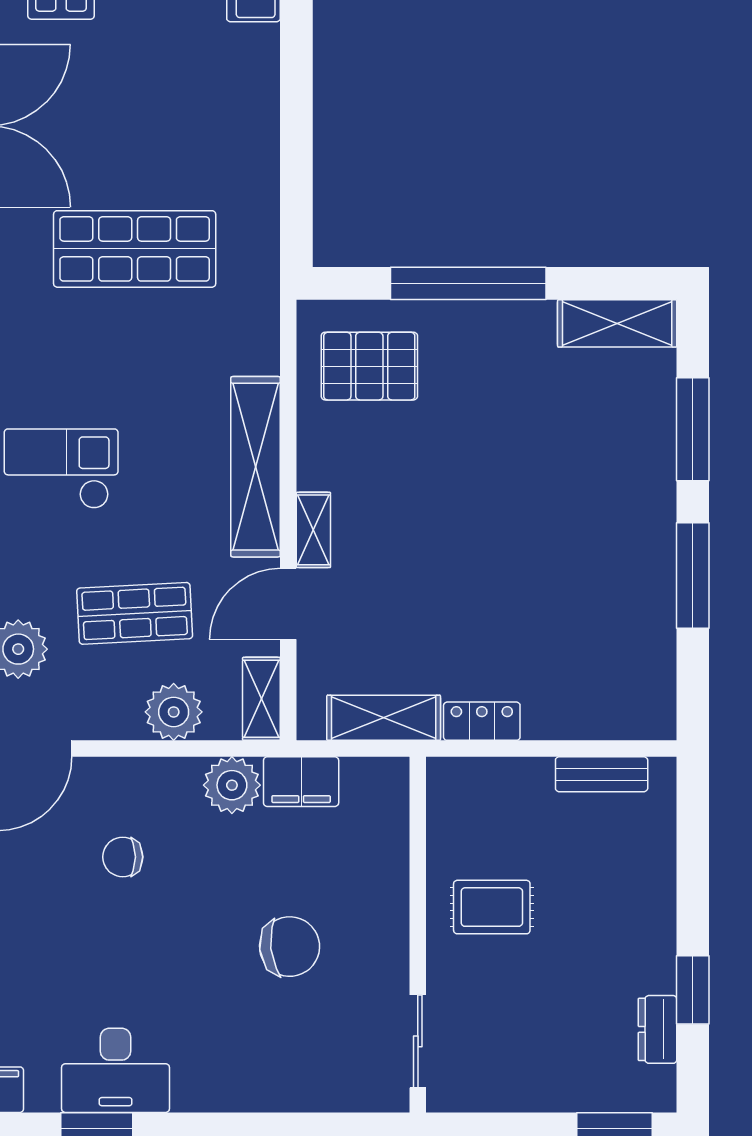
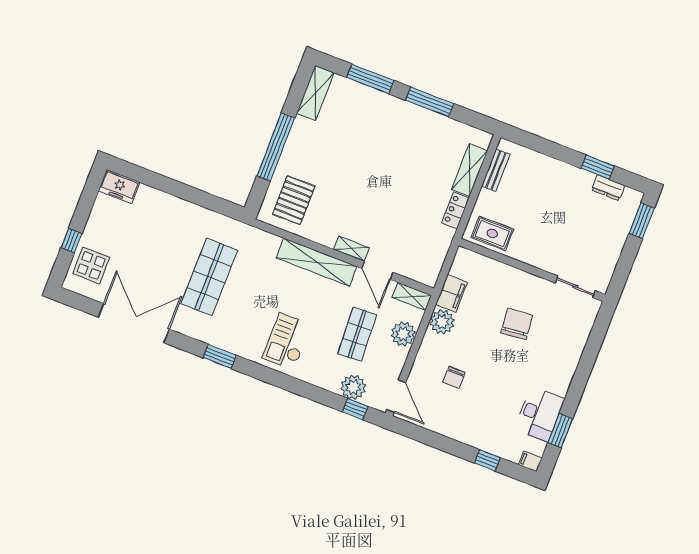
shelving: (384, 718) -> (470, 170), moved
rug: (492, 907) -> (492, 233), moved, turned 90

